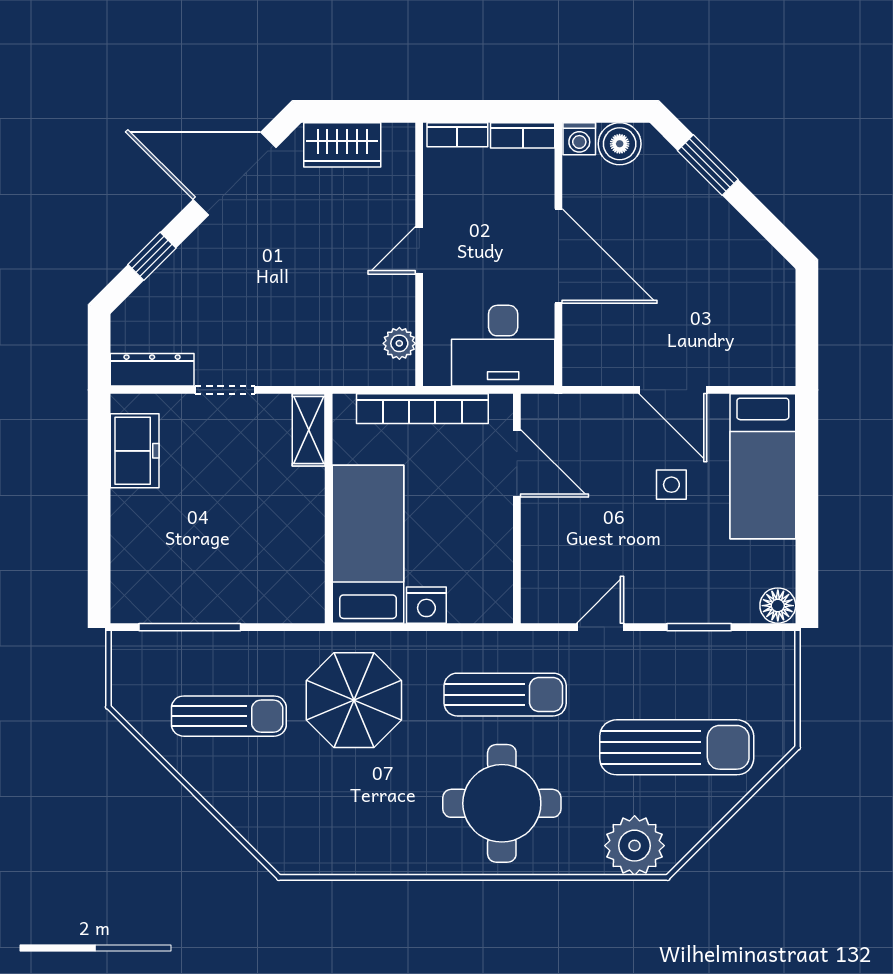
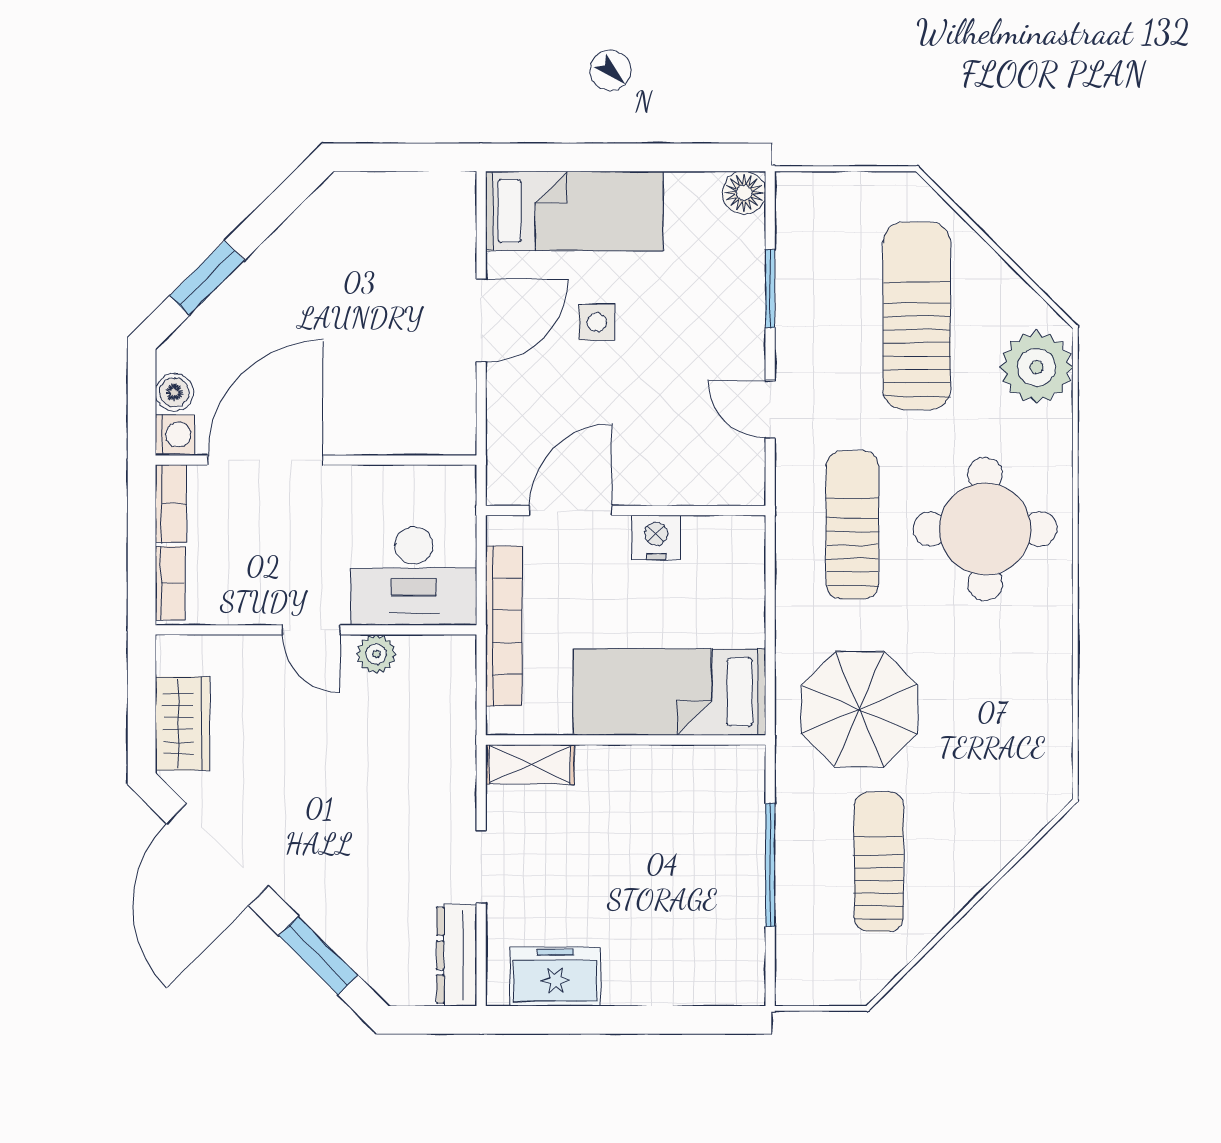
boiler: (620, 144) -> (174, 392), width x0.73, depth x0.73
window: (152, 256) -> (318, 955), width x1.50
door: (558, 256) -> (265, 460), moved
plant: (399, 343) -> (376, 654), moved
desk: (503, 346) -> (414, 576), moved, turned 90
nightstand: (426, 605) -> (656, 537), moved, turned -90
window: (190, 627) -> (770, 865), moved

